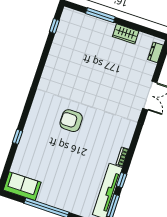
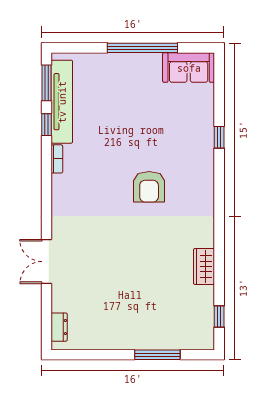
wardrobe: (126, 34) -> (204, 266), moved, turned -90
armchair: (71, 121) -> (149, 187), turned 90

